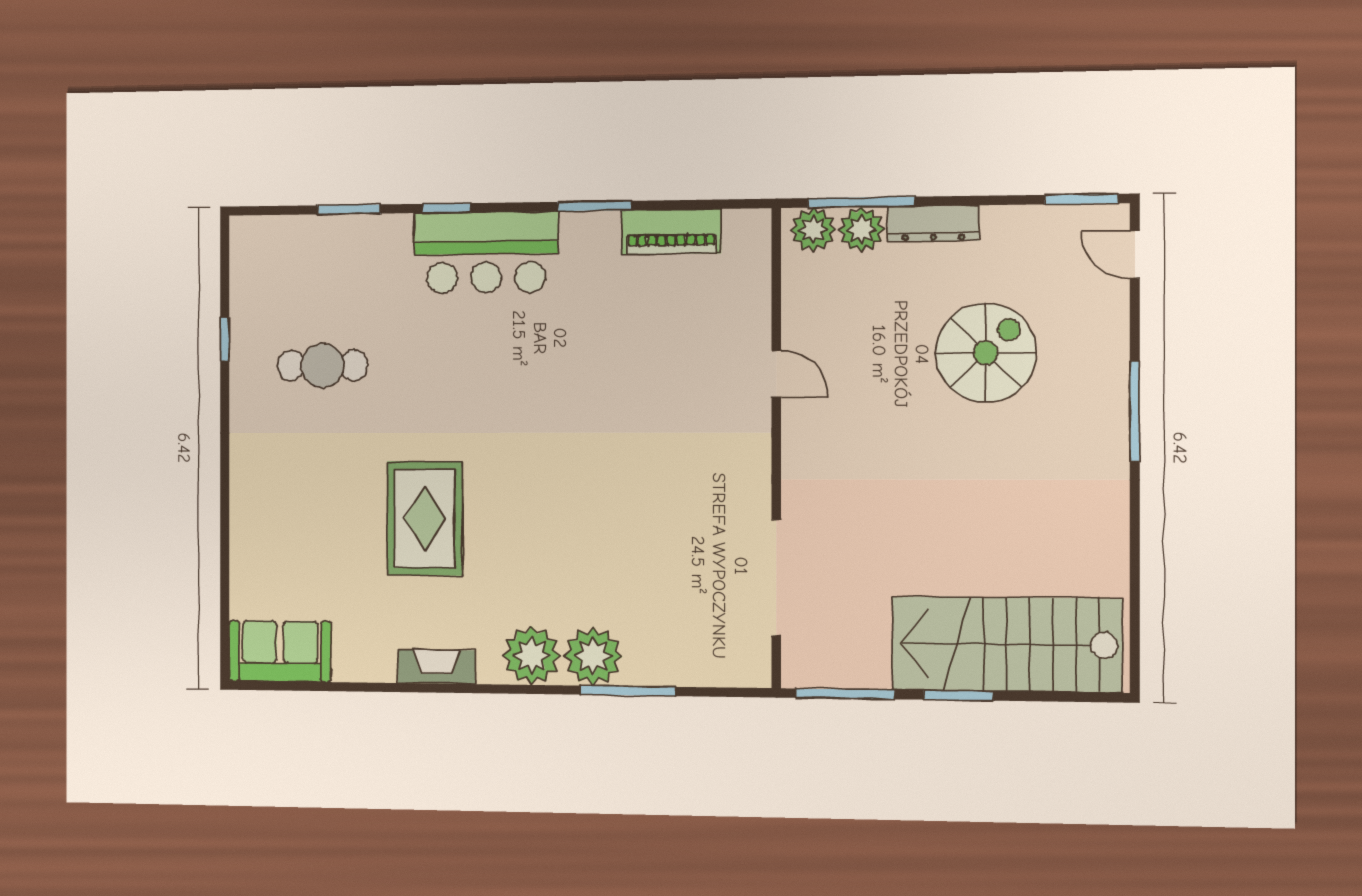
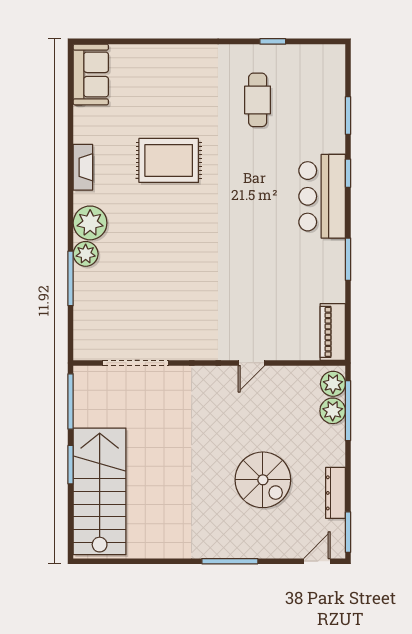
dresser: (933, 224) -> (336, 493), moved
piano: (671, 232) -> (333, 332), moved
plant: (593, 656) -> (86, 254), width x0.73, depth x0.73

